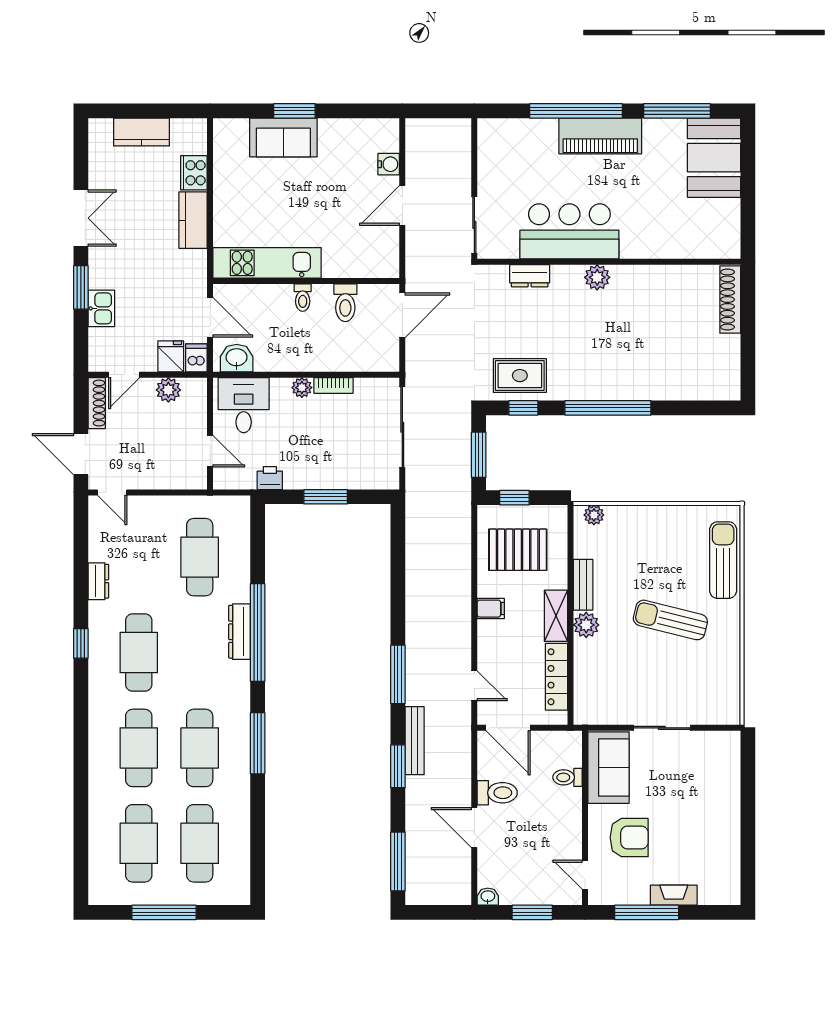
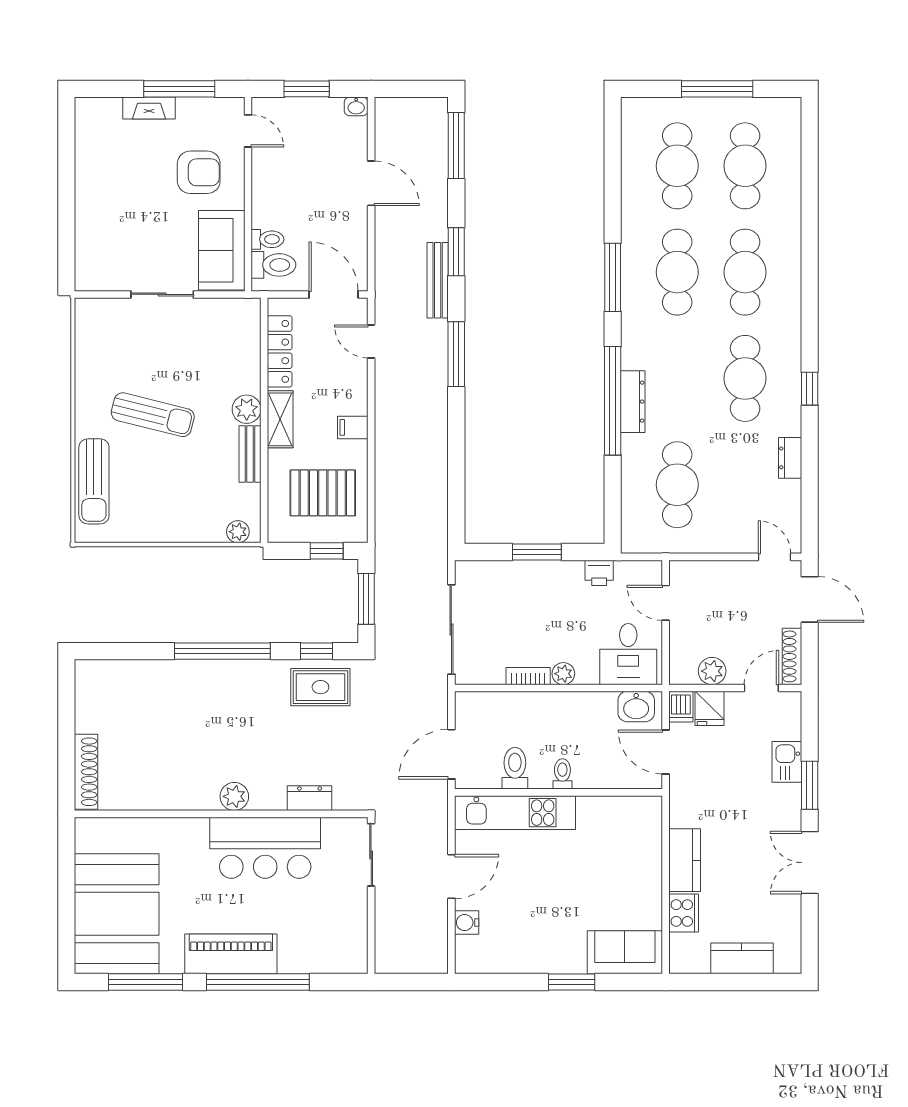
sofa: (283, 138) -> (625, 952), moved
booth: (714, 158) -> (117, 914), width x1.36, depth x1.42
kitchen unit: (267, 263) -> (515, 813), moved
toilet: (497, 793) -> (273, 265), moved, turned 180
armchair: (629, 838) -> (199, 172), turned 180

